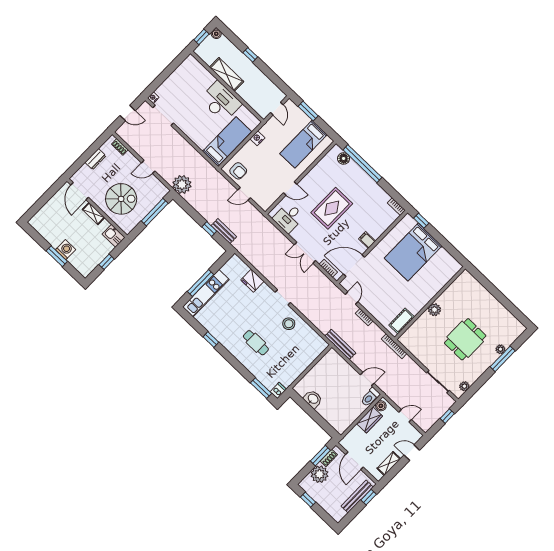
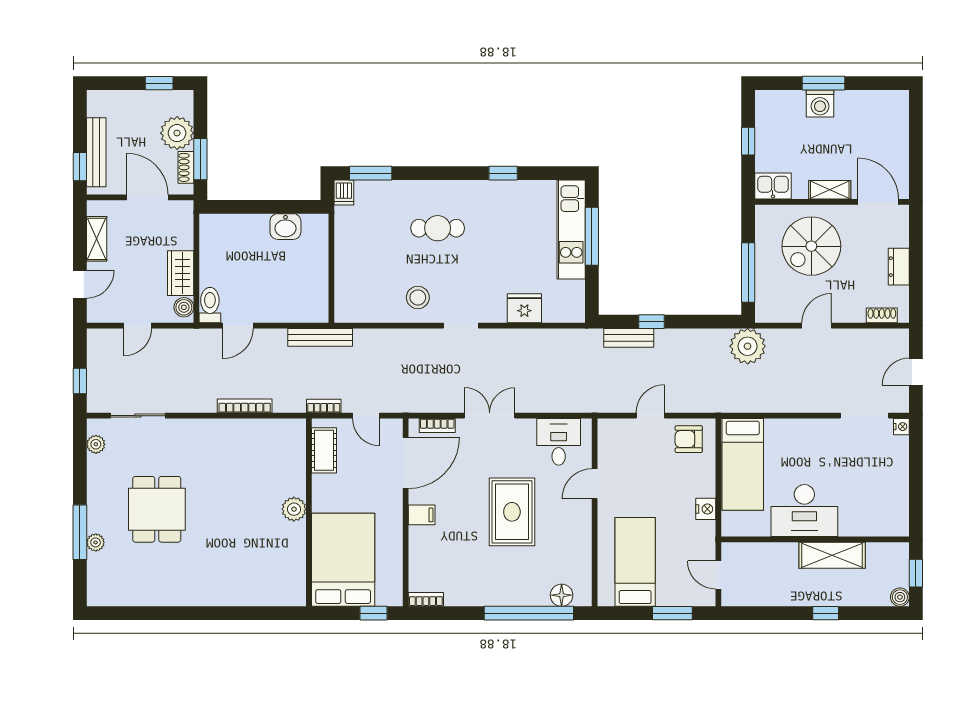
wall: (430, 303) -> (309, 512), moved
plant: (434, 310) -> (294, 509), moved
cot: (402, 321) -> (324, 450), moved

